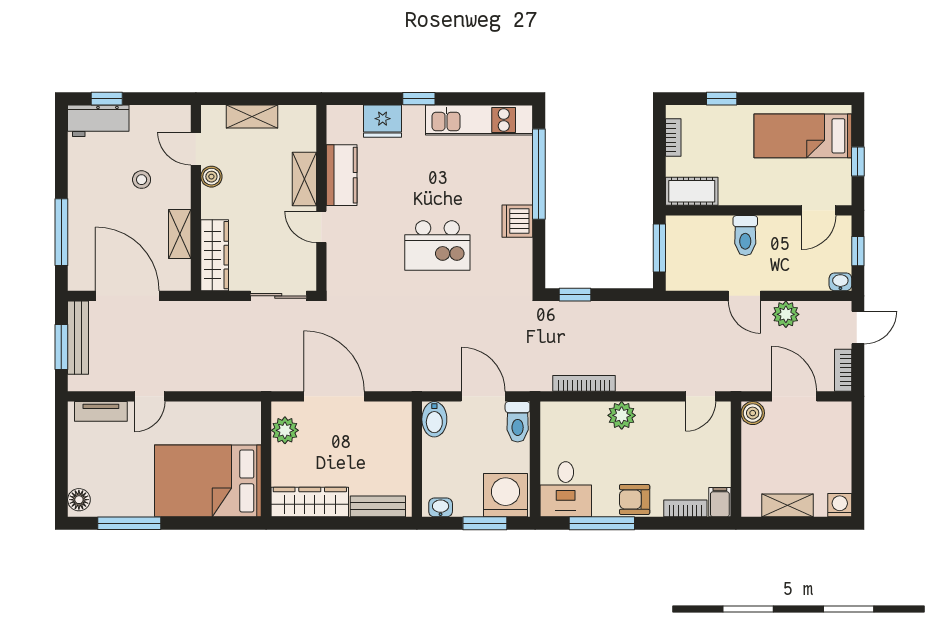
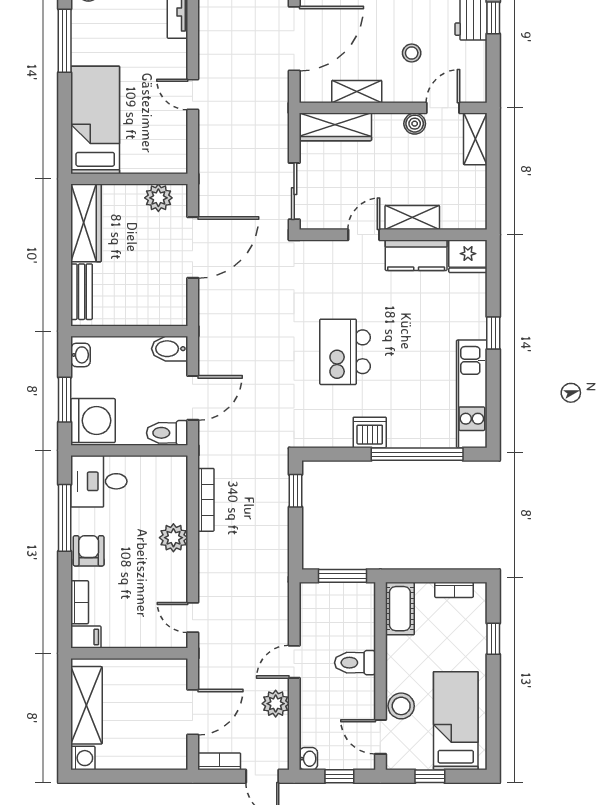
shelving: (252, 116) -> (475, 139), moved
fridge: (383, 121) -> (468, 256), moved, turned -90
stool: (788, 190) -> (401, 706), added
door: (150, 396) -> (193, 95), moved
boiler: (753, 413) -> (176, 670), removed
bed: (208, 481) -> (95, 120), width x0.67
shelving: (788, 505) -> (86, 705), width x1.50, depth x1.33

